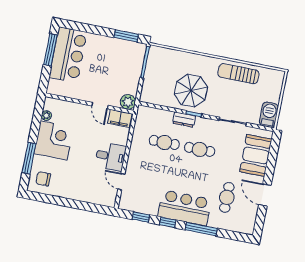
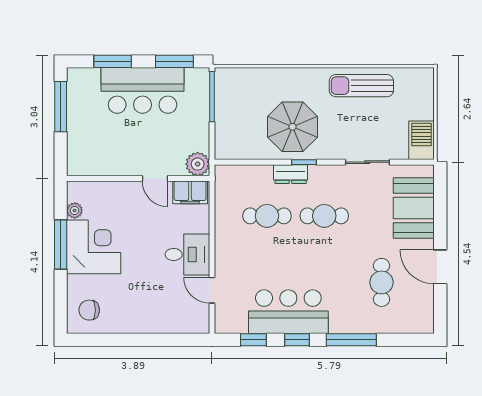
window: (88, 28) -> (113, 61), added
bar counter: (68, 55) -> (143, 90), moved, turned 90
window: (29, 158) -> (61, 244), moved
bar counter: (185, 208) -> (288, 312), moved

